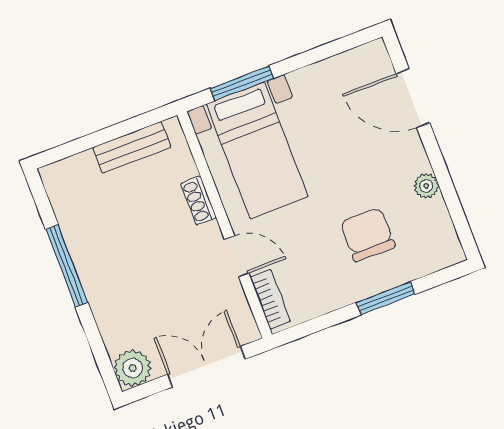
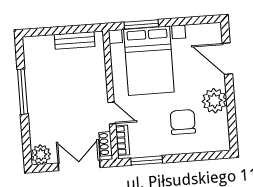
bed with nightstands: (257, 150) -> (149, 61), width x1.36
plant: (426, 186) -> (214, 101), width x1.88, depth x1.88
shoe rack: (198, 201) -> (106, 144), moved
window: (386, 298) -> (147, 160), moved

